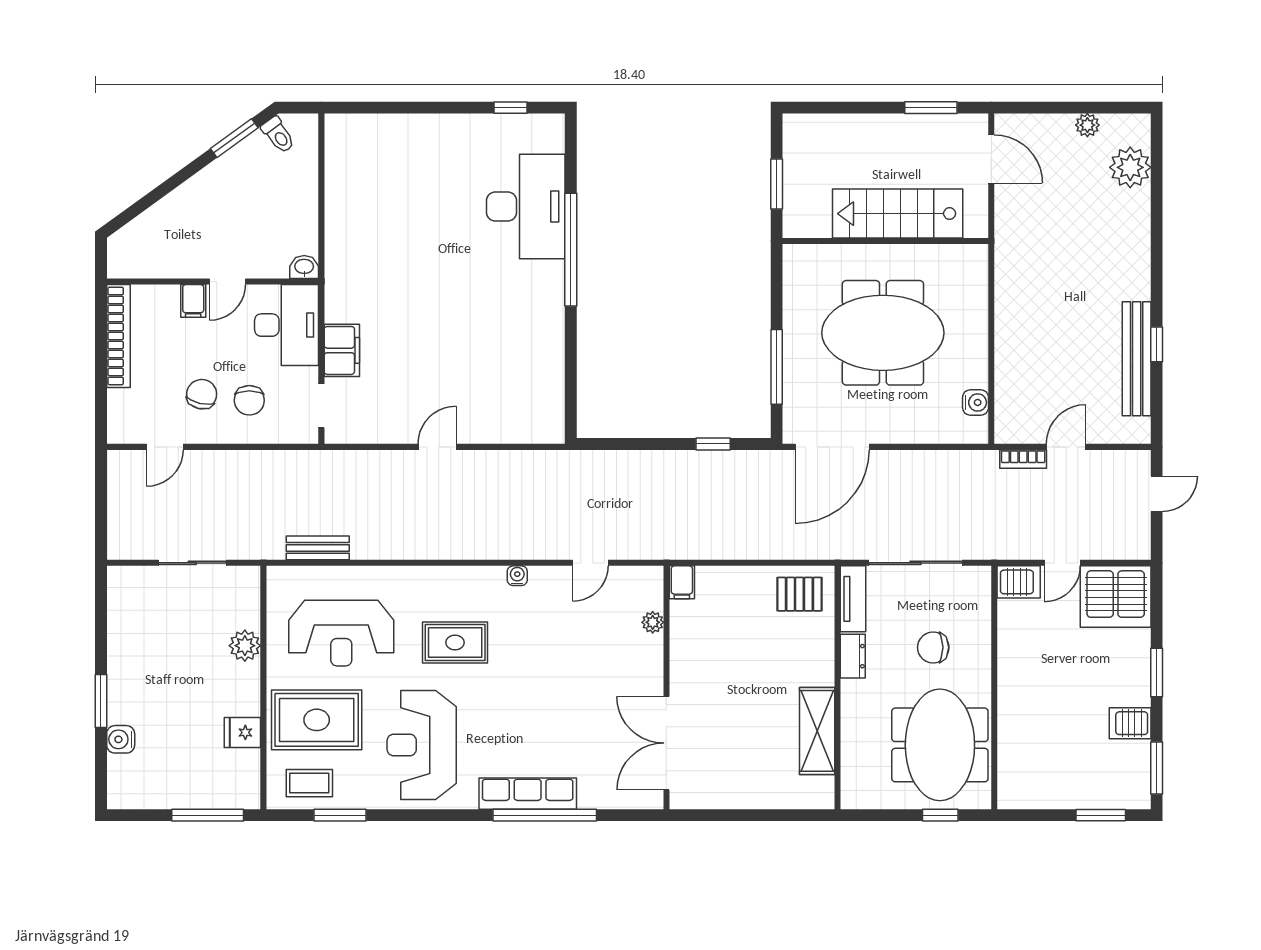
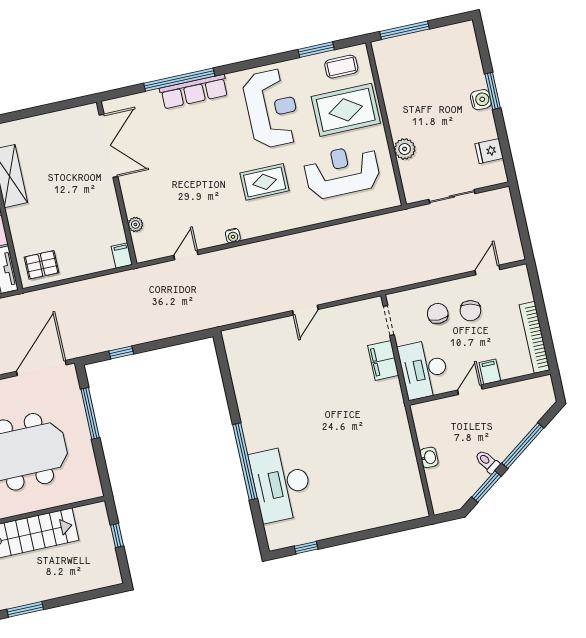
toilet: (278, 135) -> (487, 462), moved
window: (777, 184) -> (117, 536), width x0.67
window: (169, 185) -> (523, 446), added
washbasin: (304, 267) -> (429, 457), moved, turned -90
bench: (318, 548) -> (370, 225), removed
fridge: (242, 732) -> (489, 151), moved, turned 180
water cooler: (121, 739) -> (481, 100), moved

